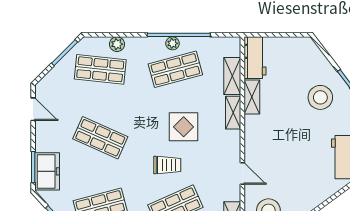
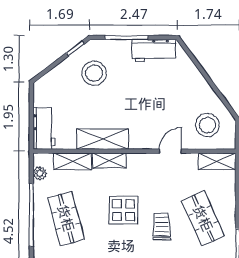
plant: (173, 43) -> (40, 173), moved
workbench: (255, 58) -> (44, 128), moved, turned 90
shelving: (252, 97) -> (102, 139), width x1.50, depth x1.33

